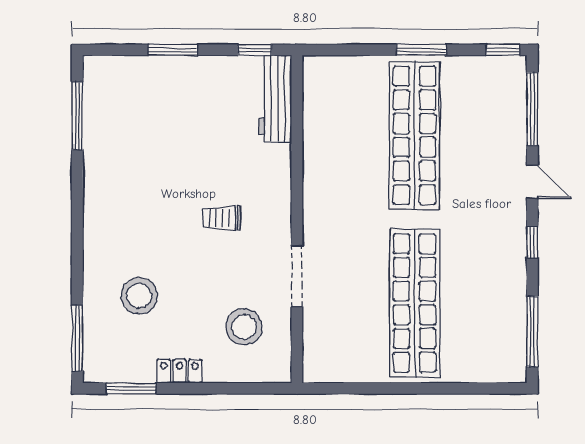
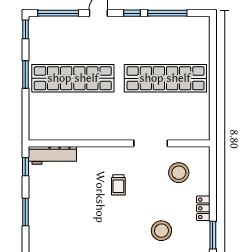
window: (532, 332) -> (167, 13), moved

